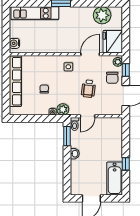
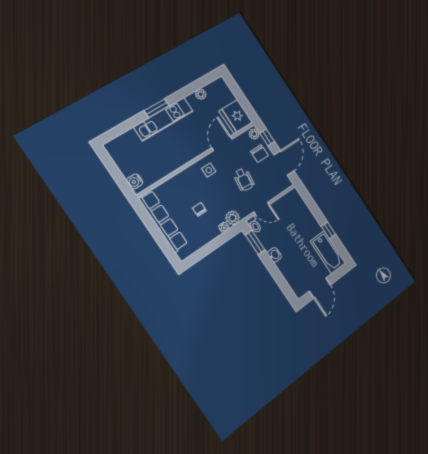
kitchen unit: (35, 13) -> (164, 119), moved
plant: (102, 15) -> (201, 94), width x0.53, depth x0.53
door: (88, 116) -> (262, 208), hinge flipped

